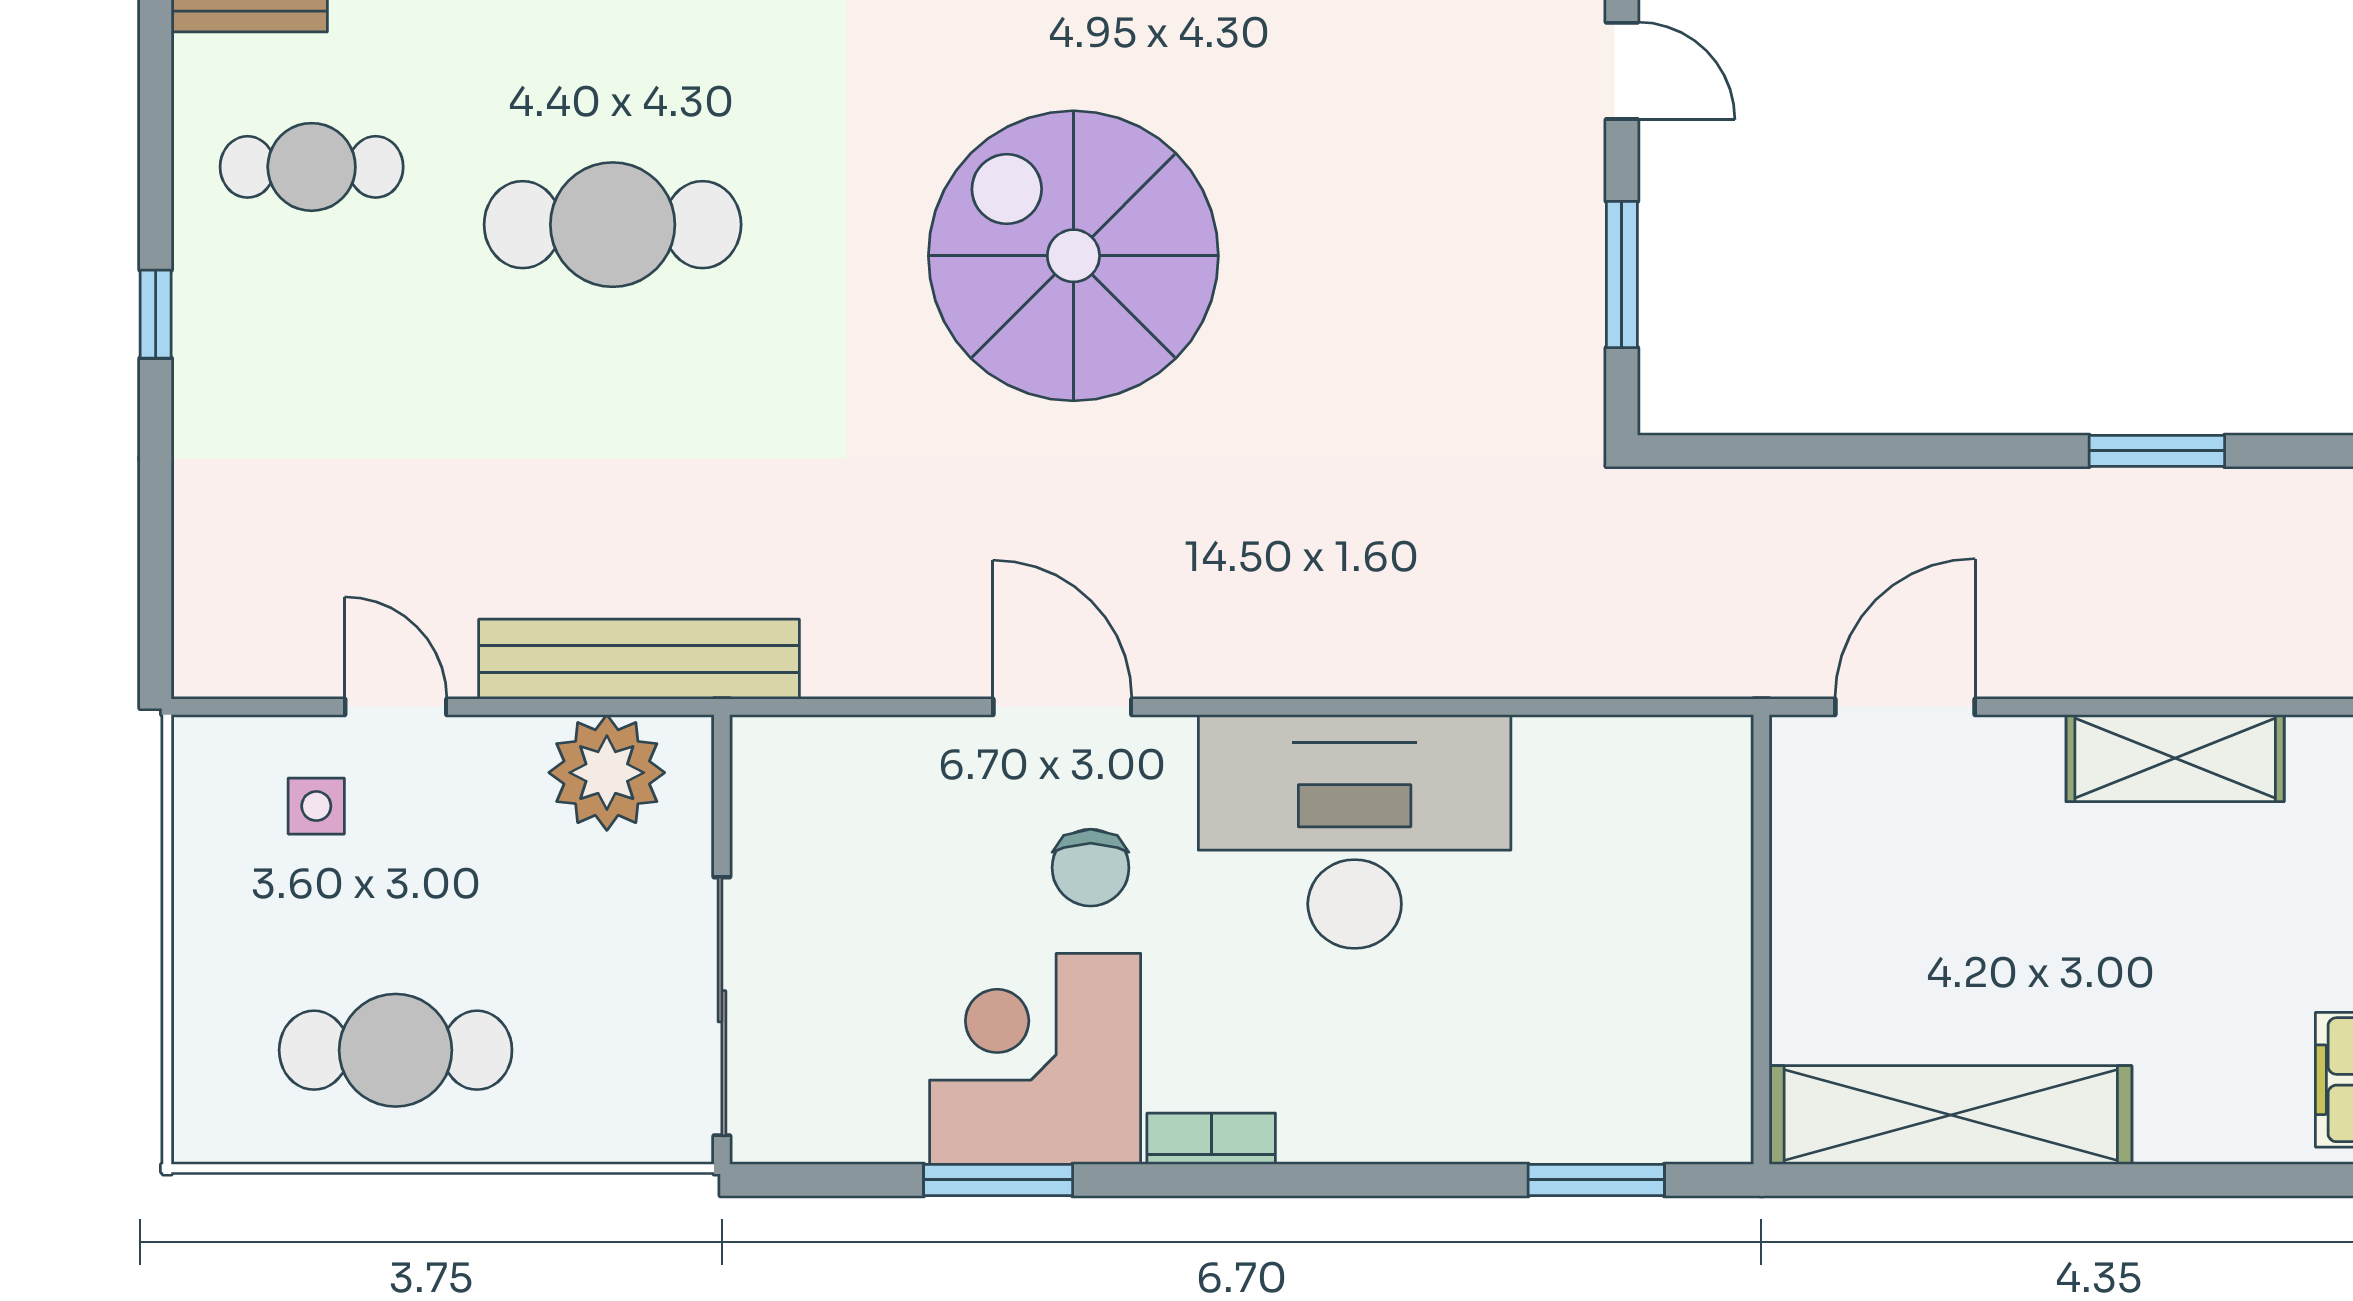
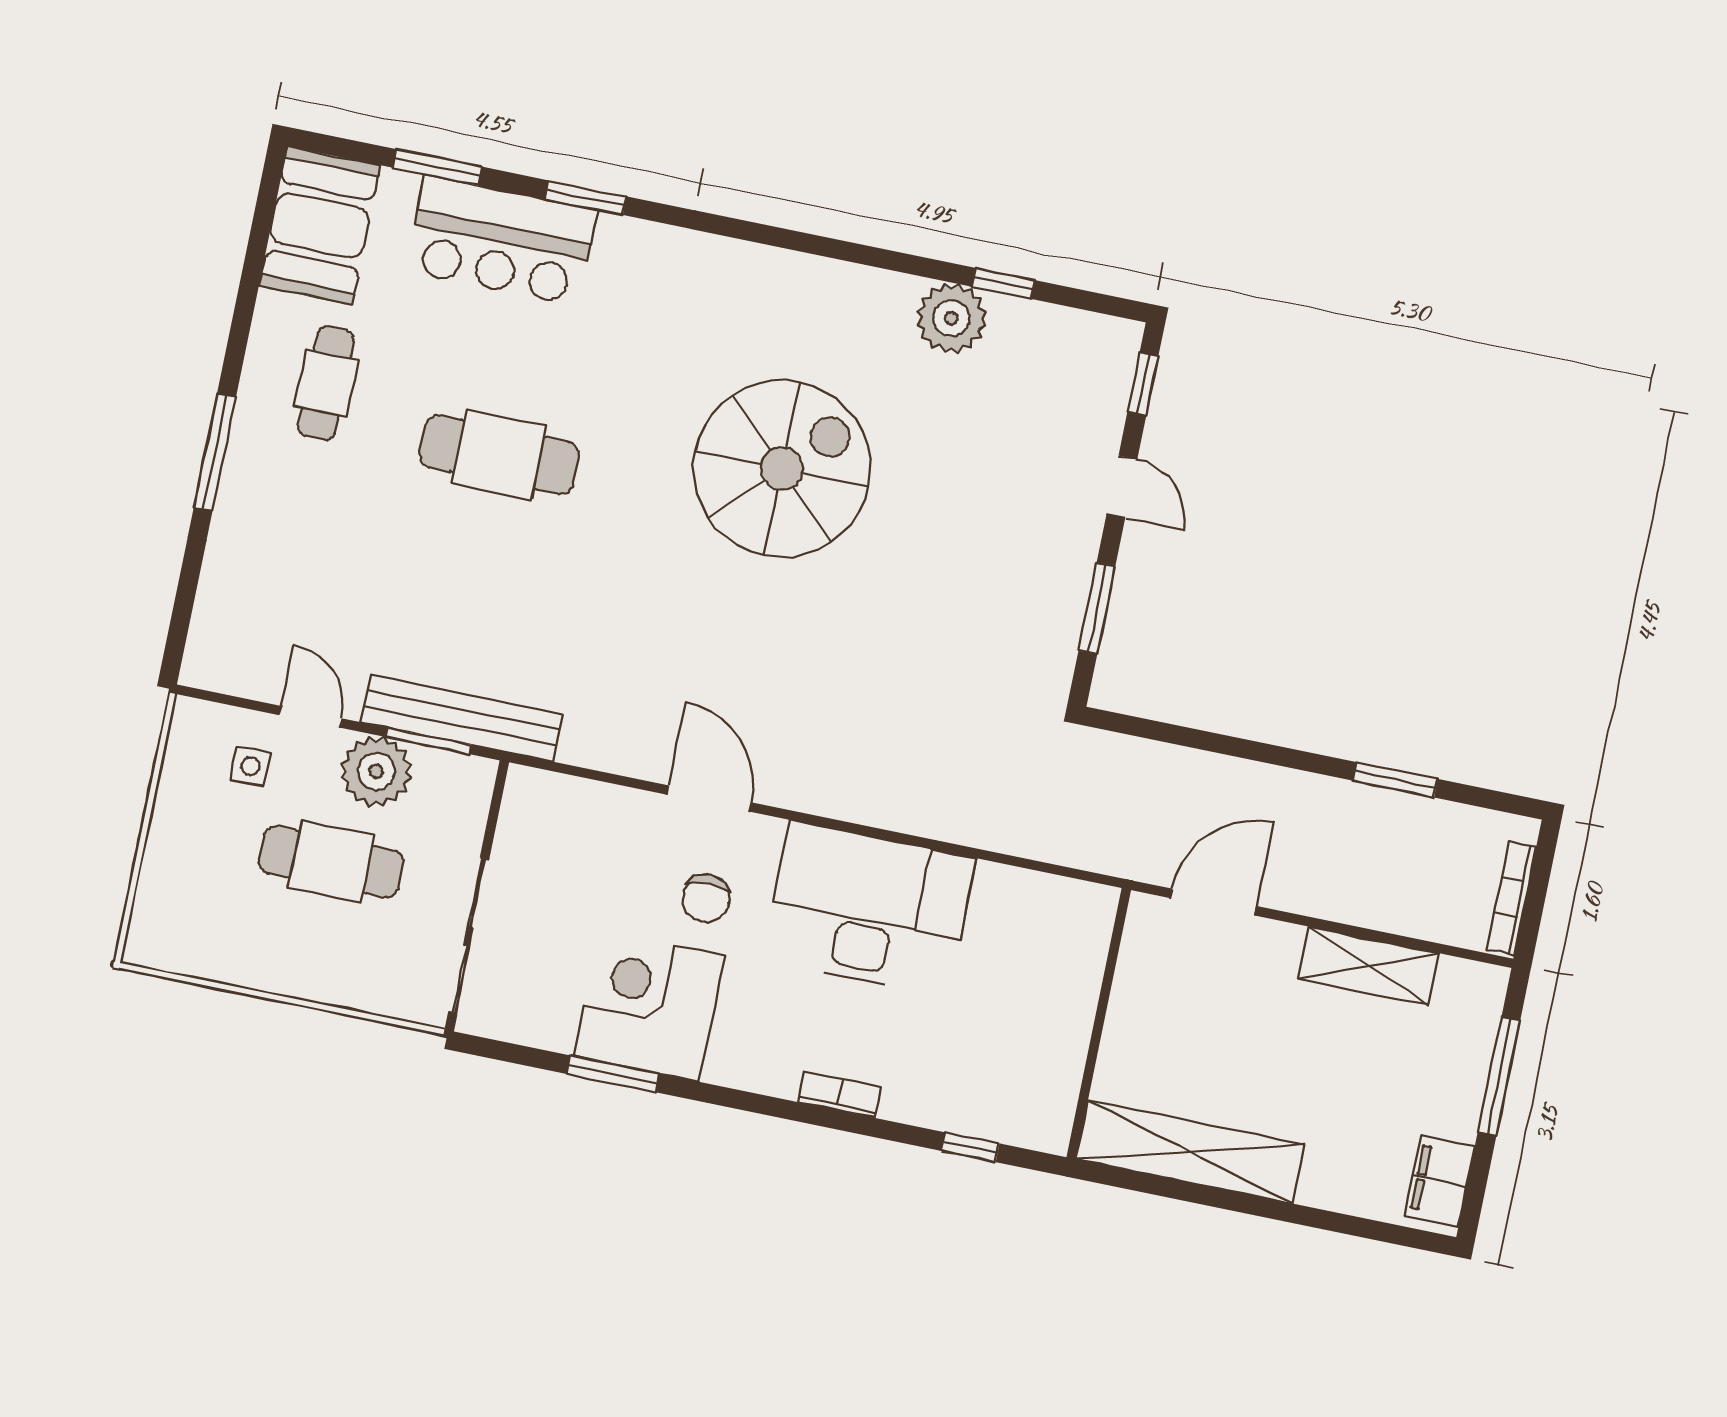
cafe table: (312, 167) -> (326, 383), turned 90
spiral stairs: (1073, 256) -> (782, 469), moved, turned 90
window: (156, 314) -> (215, 452), width x2.17
window: (593, 707) -> (428, 741), added
plant: (607, 773) -> (376, 771), moved
cafe table: (396, 1050) -> (331, 862), moved
bookcase: (1211, 1139) -> (840, 1095), moved
window: (1596, 1180) -> (970, 1147), width x0.67

